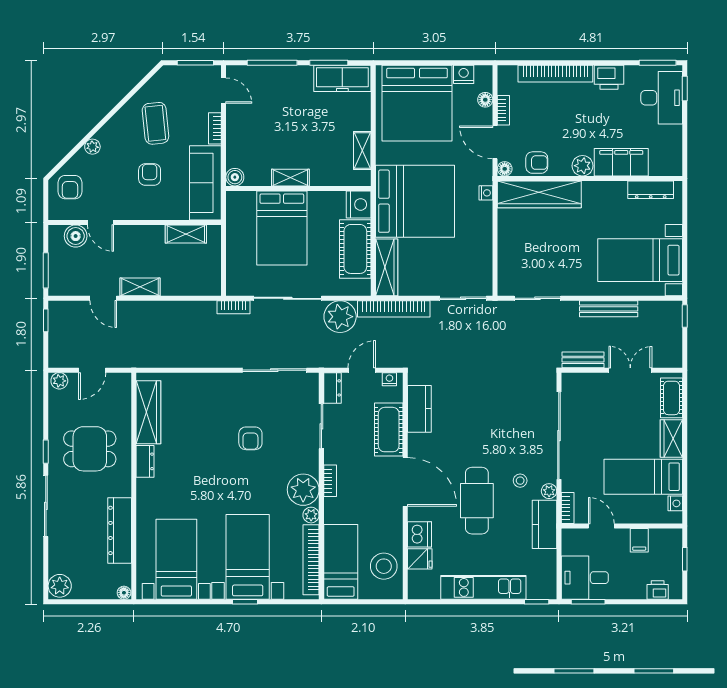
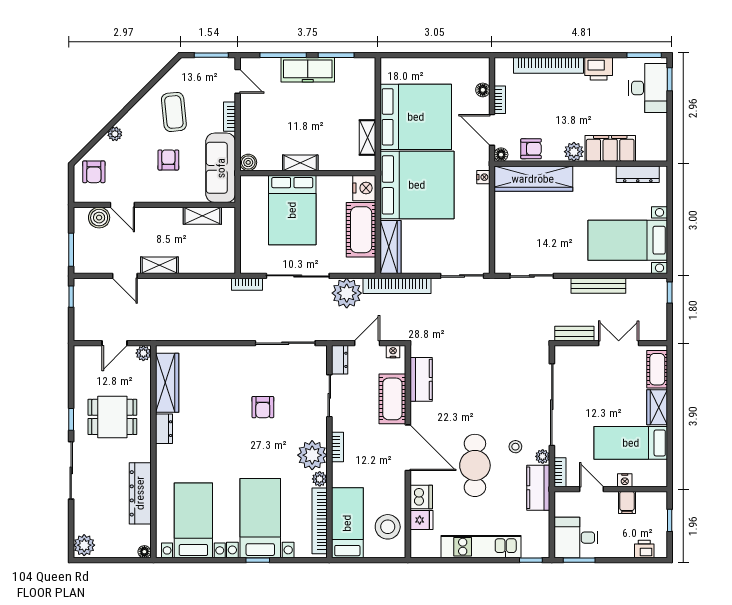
nightstand: (464, 74) -> (463, 66), removed
freezer: (342, 78) -> (308, 70), moved
bed: (417, 103) -> (416, 117), moved, turned -90
plant: (59, 381) -> (143, 353), moved
nightstand: (675, 503) -> (625, 480), moved, turned 90

